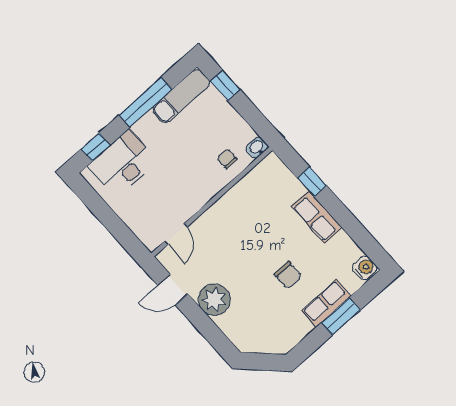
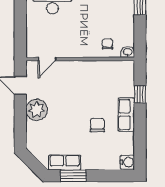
chair: (288, 275) -> (97, 125), moved, turned 180
row of seats: (326, 303) -> (65, 163), moved
window: (341, 316) -> (73, 176), moved

